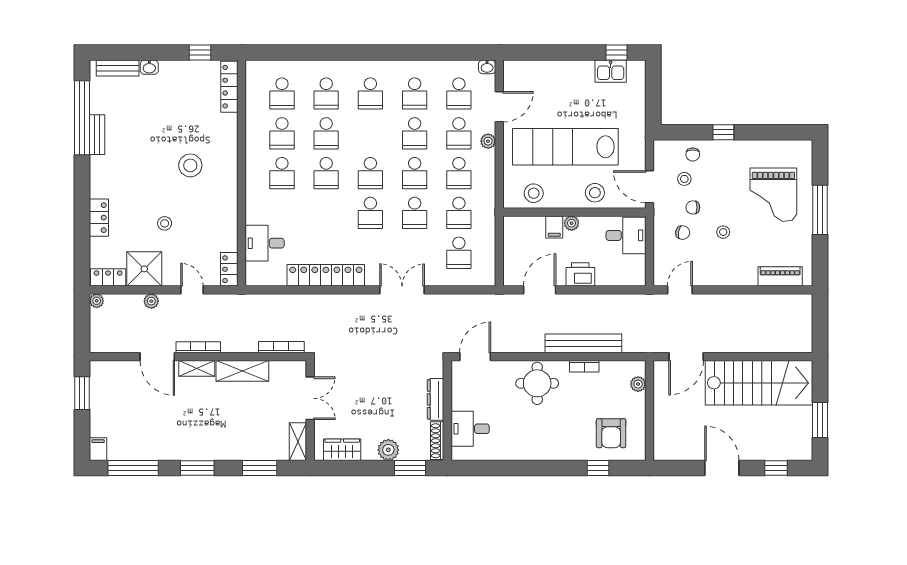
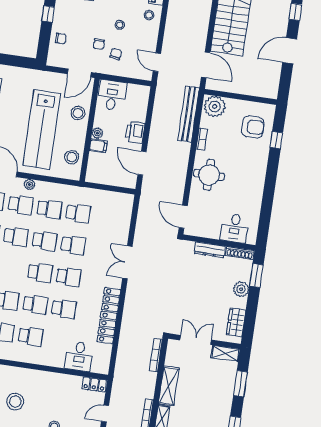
stool: (684, 179) -> (149, 15), moved
school desk: (459, 253) -> (64, 309), moved
bench: (583, 343) -> (189, 114), moved
plant: (638, 384) -> (215, 106), width x1.88, depth x1.88

